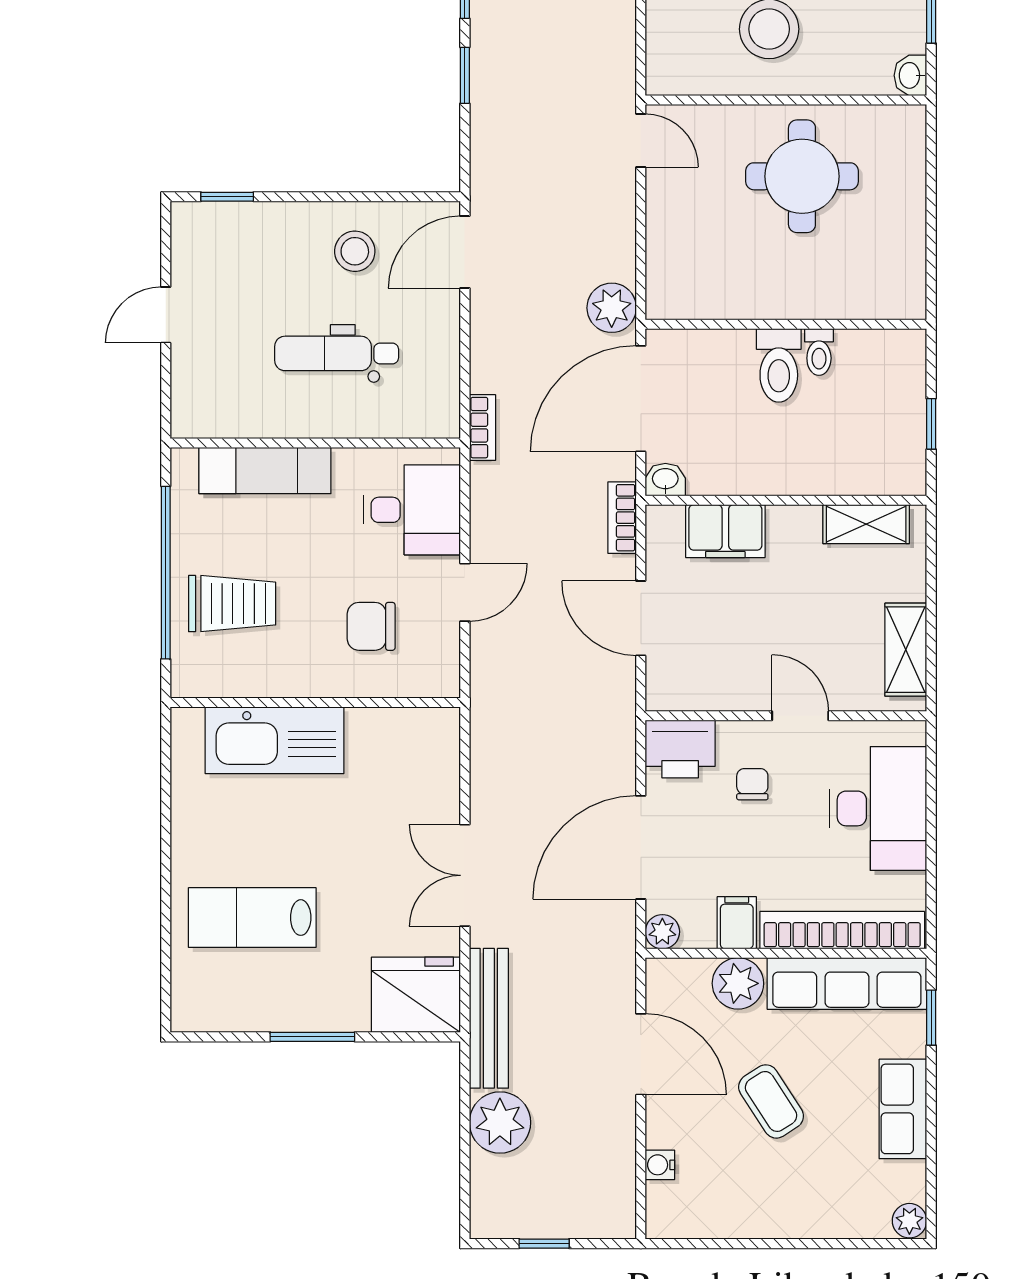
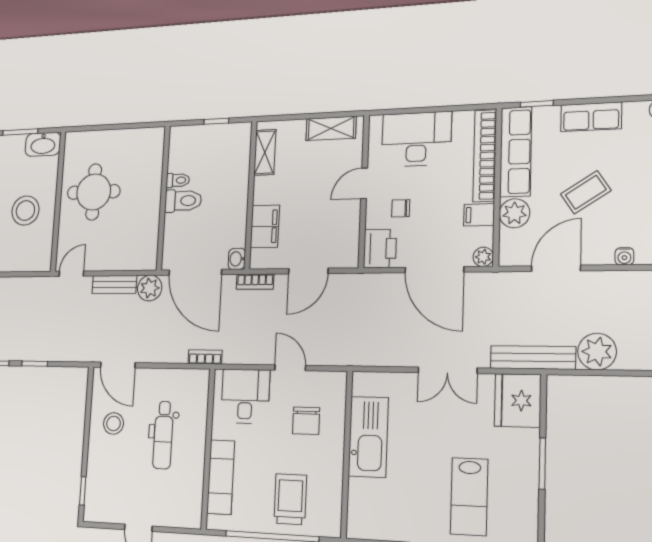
washbasin: (910, 75) -> (43, 144), width x1.91, depth x1.45
bench: (619, 234) -> (114, 285), added
kitchen sink: (275, 740) -> (368, 437), moved

